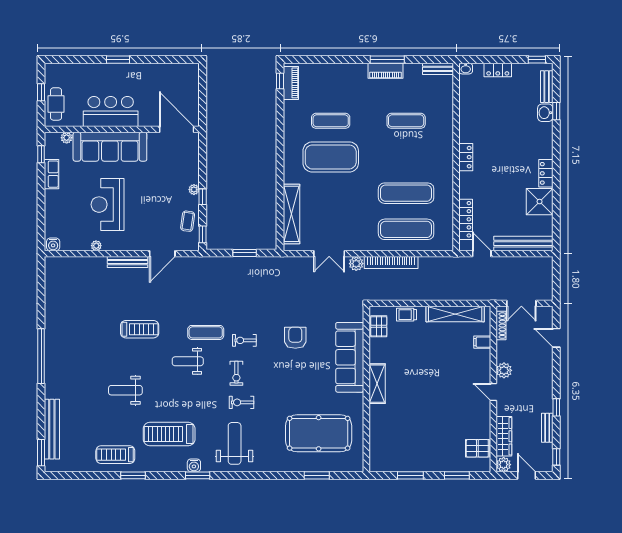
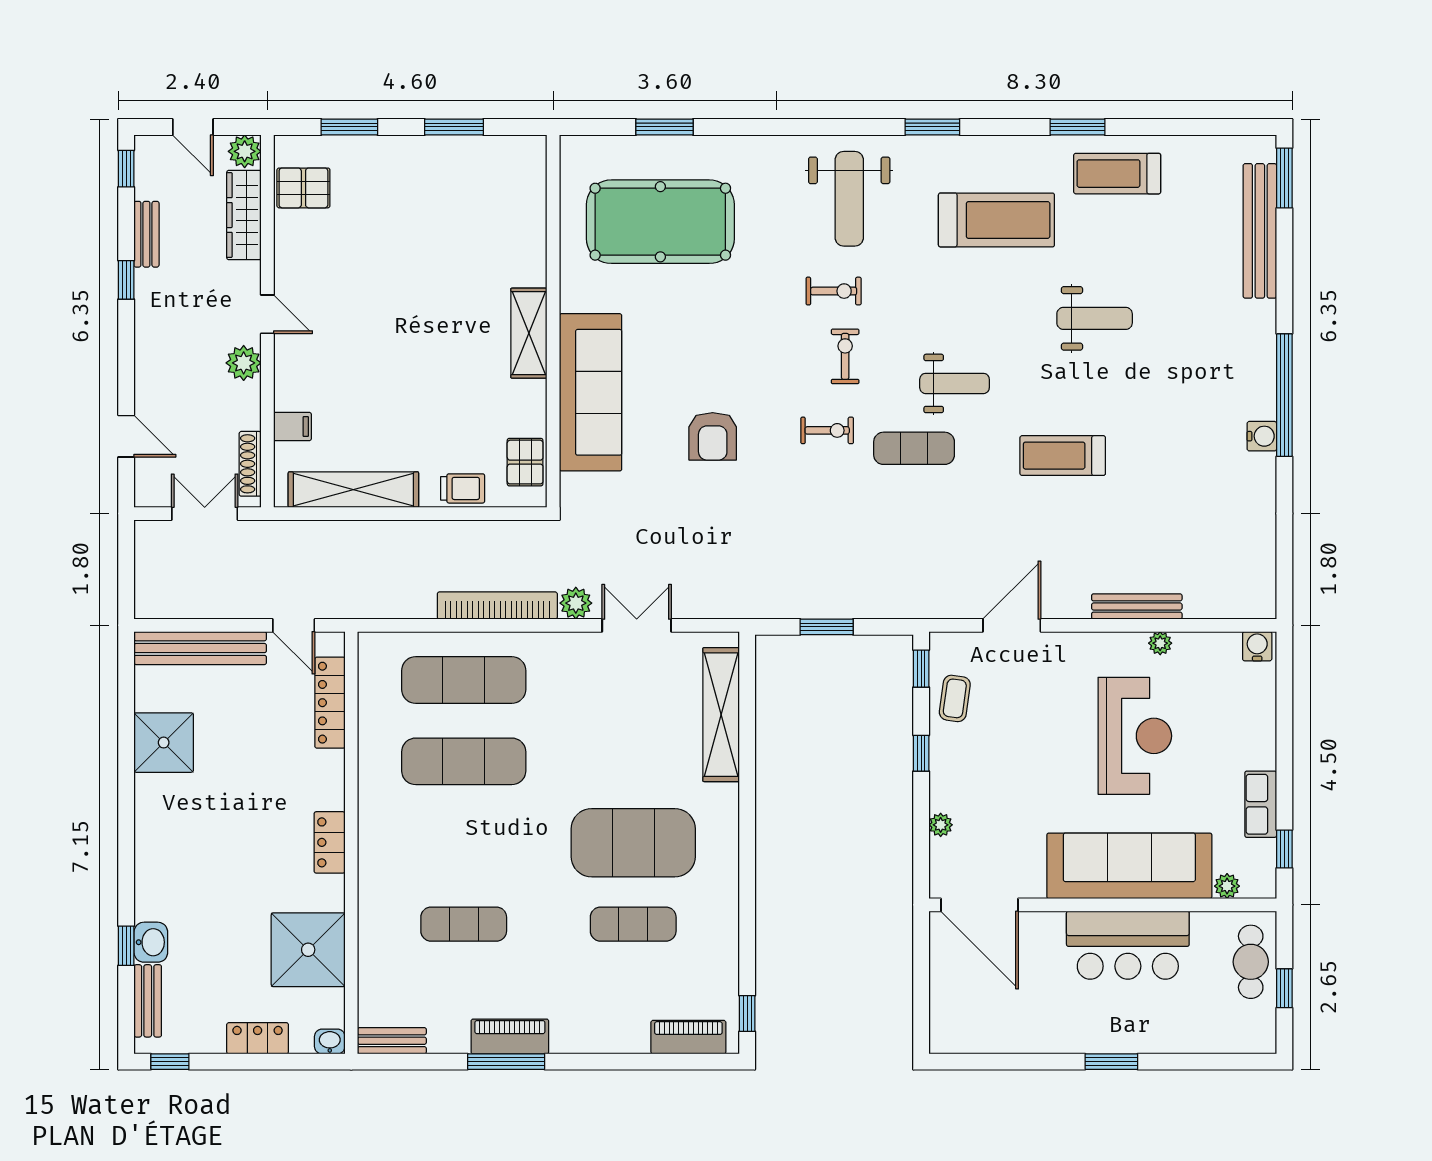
piano: (291, 83) -> (688, 1037), moved, turned 90
shower: (475, 109) -> (308, 950), added
locker: (546, 173) -> (150, 806), removed
plant: (194, 190) -> (941, 825), moved
bench: (128, 262) -> (1137, 606), moved
treadmill: (115, 455) -> (1117, 174), turned 180
water cooler: (194, 465) -> (1262, 436), moved, turned 90

